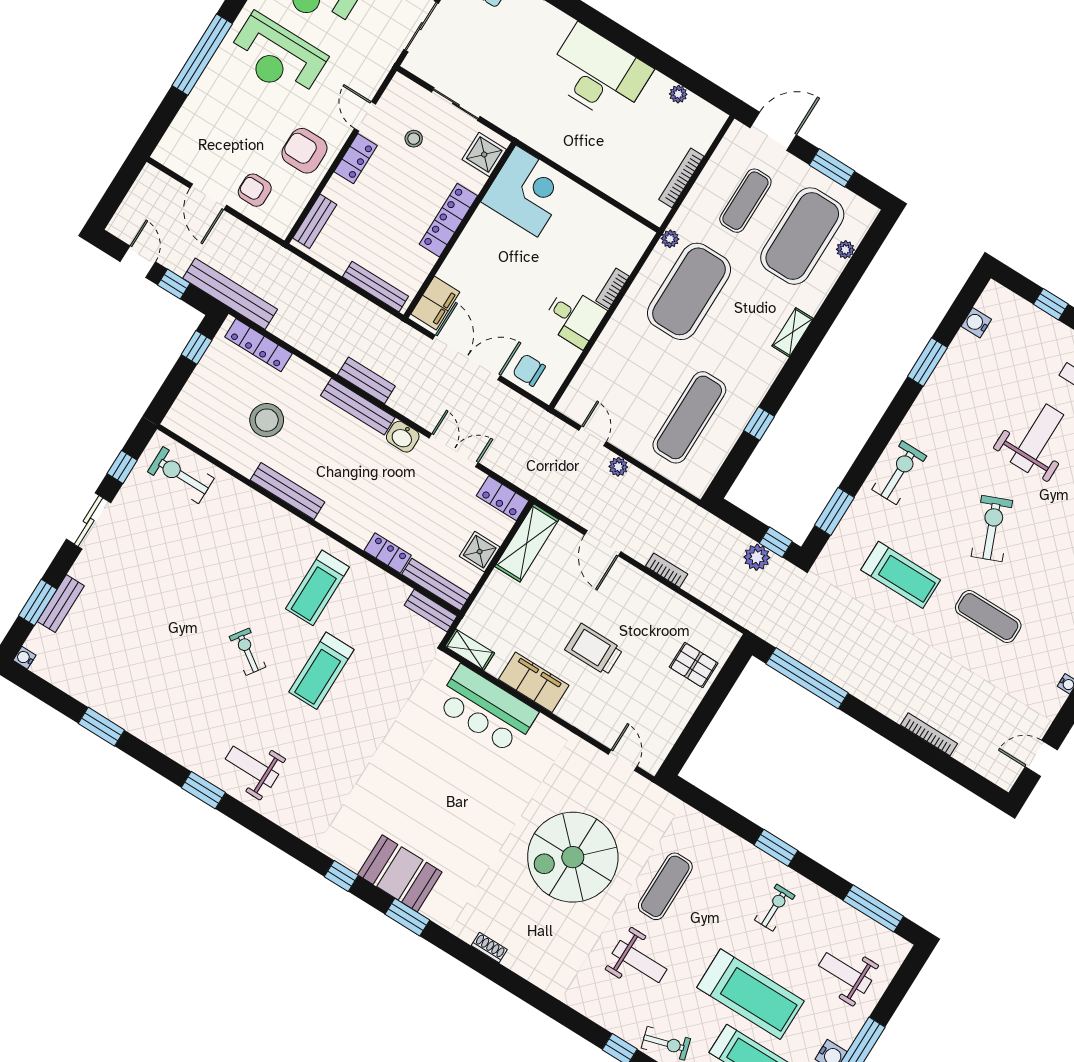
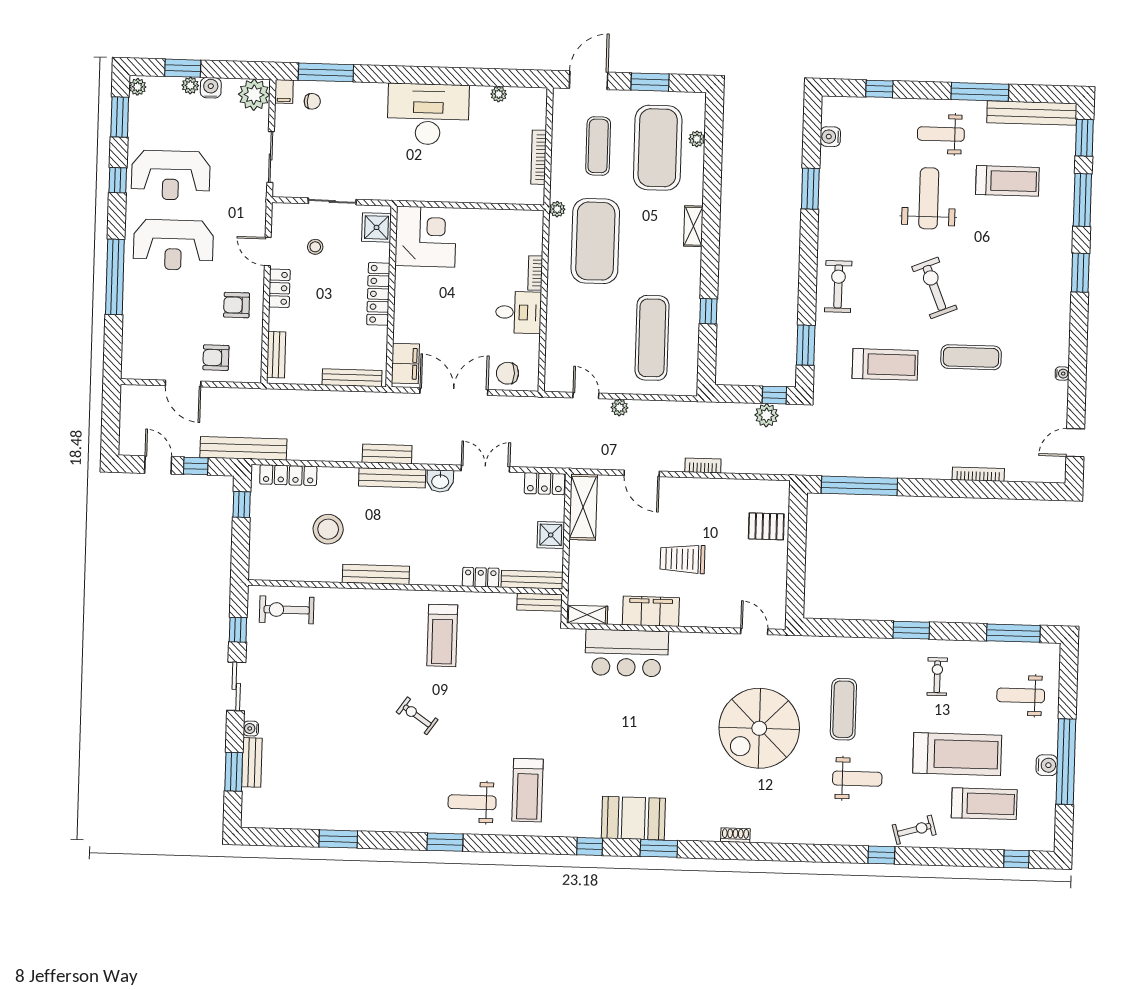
armchair: (304, 151) -> (237, 305), width x0.72, depth x0.72
water cooler: (24, 658) -> (251, 729), moved
treadmill: (321, 671) -> (527, 790), moved

